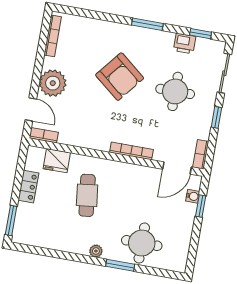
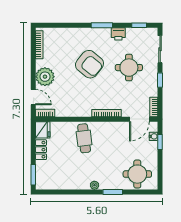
printer: (185, 43) -> (118, 34), moved
fridge: (57, 161) -> (43, 130), moved, turned -90
cafe table: (87, 195) -> (84, 138), moved
round table: (142, 243) -> (137, 174), moved

